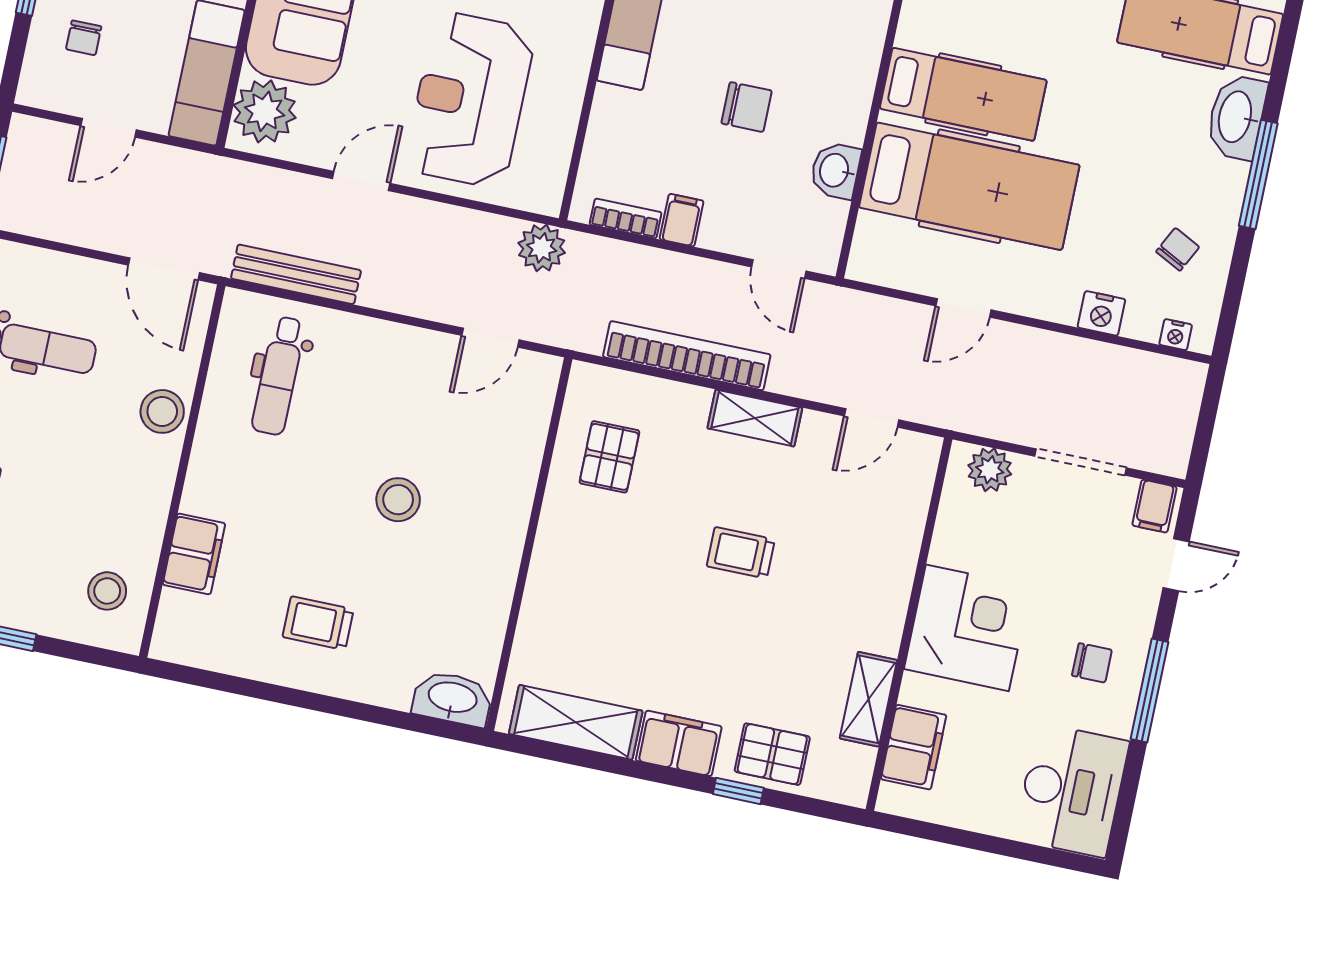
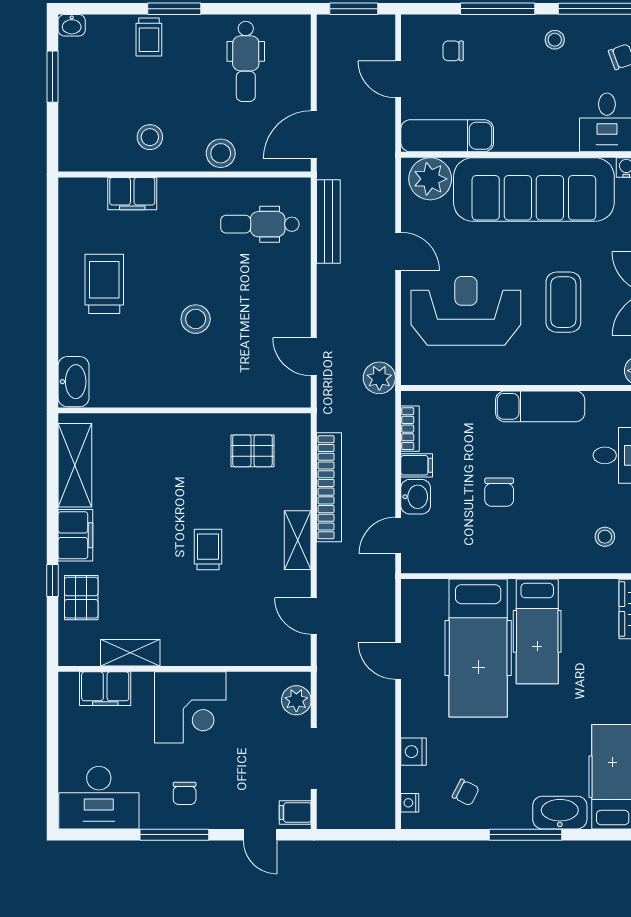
washbasin: (835, 171) -> (416, 497), moved, turned 90
stool: (107, 591) -> (150, 137), moved
trolley: (318, 623) -> (104, 284), width x1.36, depth x1.39

